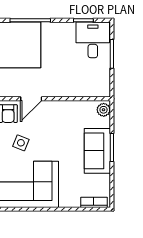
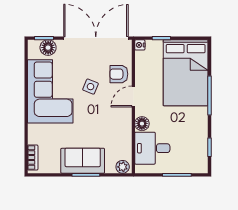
desk: (93, 40) -> (152, 148), moved, turned 180
floor lamp: (59, 90) -> (142, 124), added
door: (31, 99) -> (133, 97), hinge flipped

